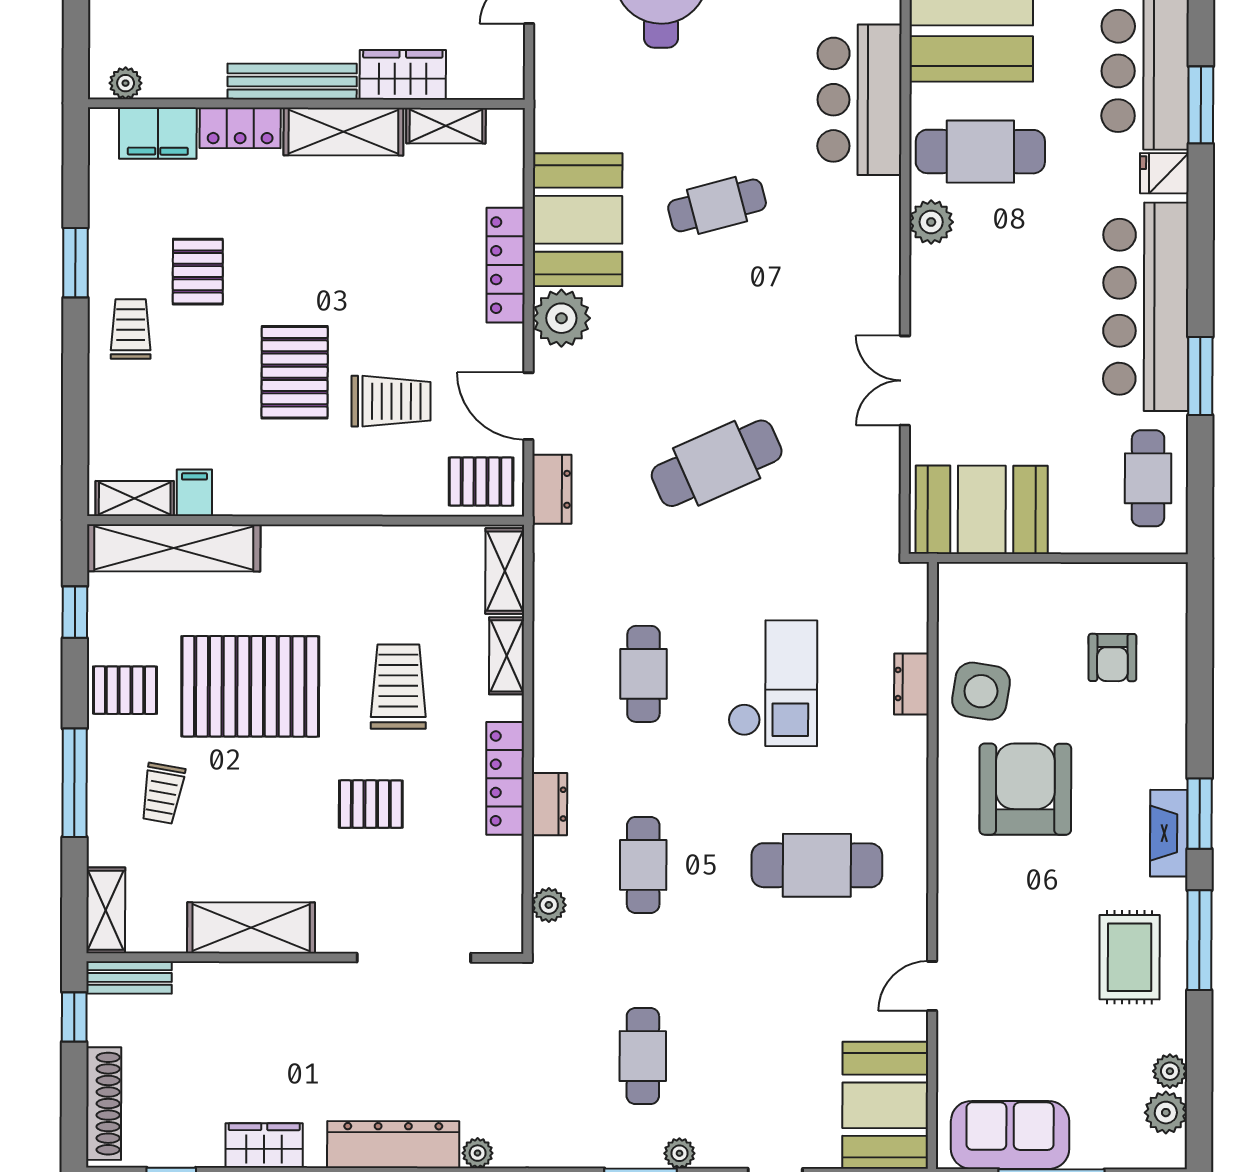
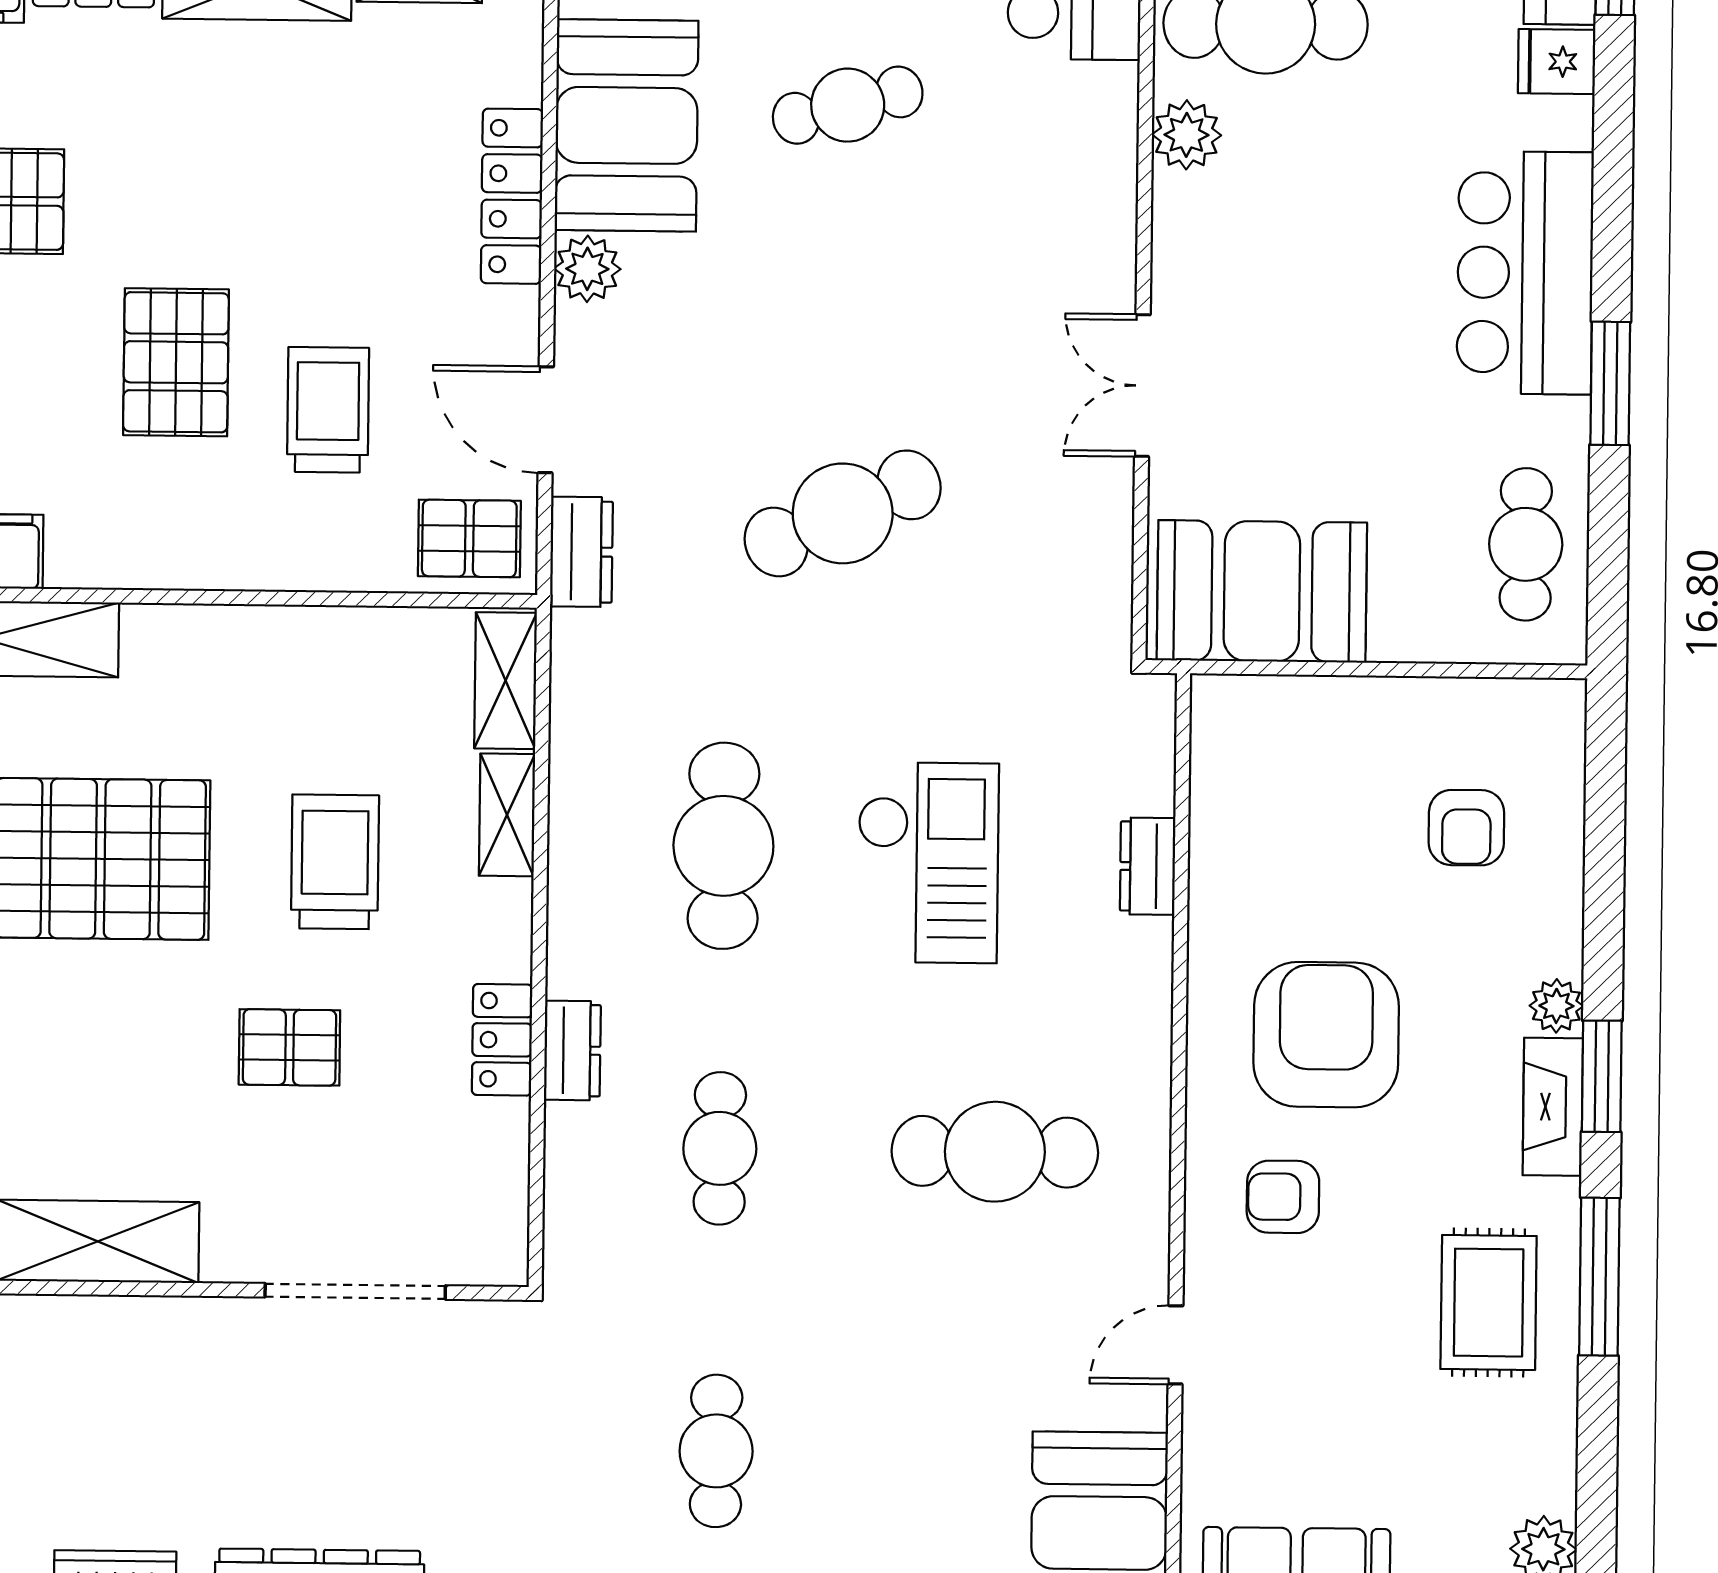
bar counter: (1146, 307) -> (1525, 273), width x0.73
plant: (561, 318) -> (587, 269), width x0.73, depth x0.73
trolley: (391, 401) -> (328, 410), turned -90
cafe table: (644, 674) -> (723, 846), width x1.37, depth x1.35
side table: (981, 691) -> (1258, 879), removed
locker: (505, 778) -> (502, 1040), width x0.66
armchair: (999, 892) -> (1283, 1197), added
plant: (549, 905) -> (570, 1210), removed
plant: (1170, 1071) -> (1556, 1006), moved

